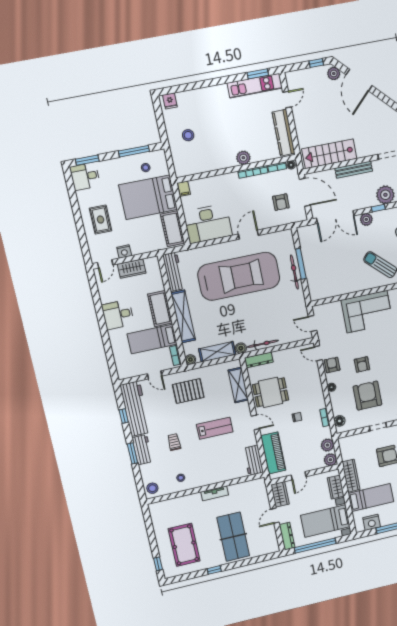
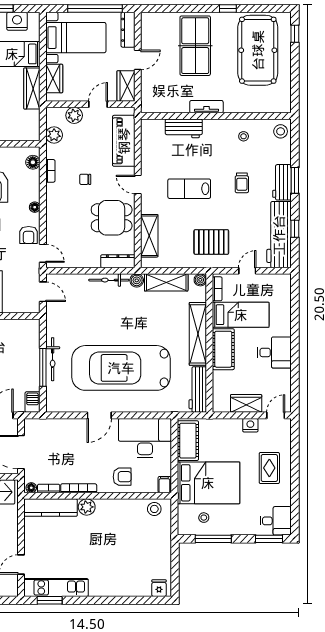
kitchen counter: (284, 133) -> (51, 508), moved, turned 90
stool: (188, 135) -> (154, 509), moved
armchair: (281, 202) -> (122, 477), moved, turned 90
barbecue: (304, 235) -> (33, 402), added
door: (155, 375) -> (247, 271), hinge flipped
workbench: (253, 460) -> (184, 128), moved, turned 90
plant: (330, 460) -> (74, 115), moved
pool table: (184, 545) -> (258, 50), width x1.36, depth x1.32

